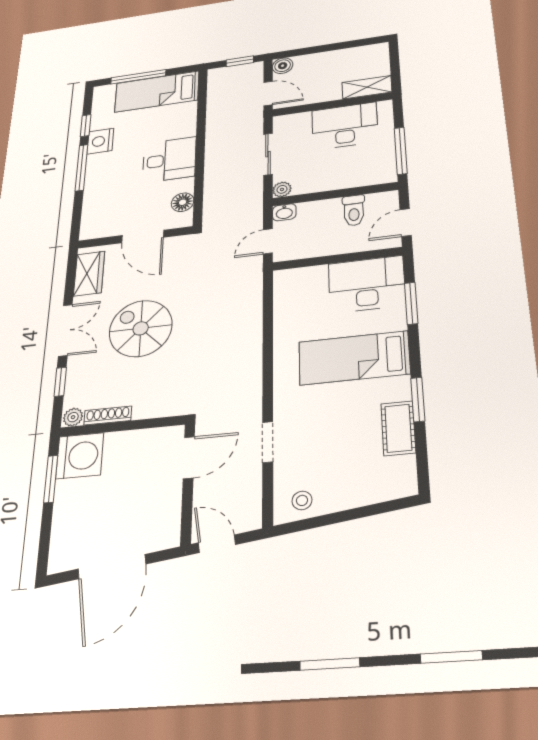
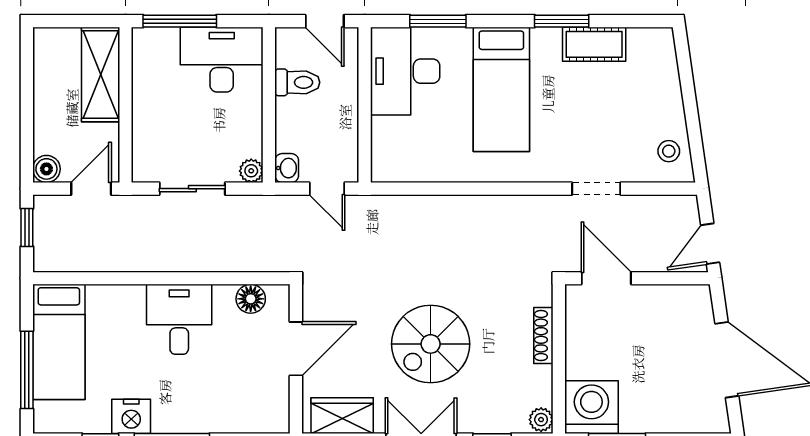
shelving: (367, 87) -> (101, 75), width x1.50, depth x1.33
desk: (345, 126) -> (222, 60), moved, turned 90
window: (401, 151) -> (180, 21), moved
shoe rack: (108, 416) -> (543, 335), moved

